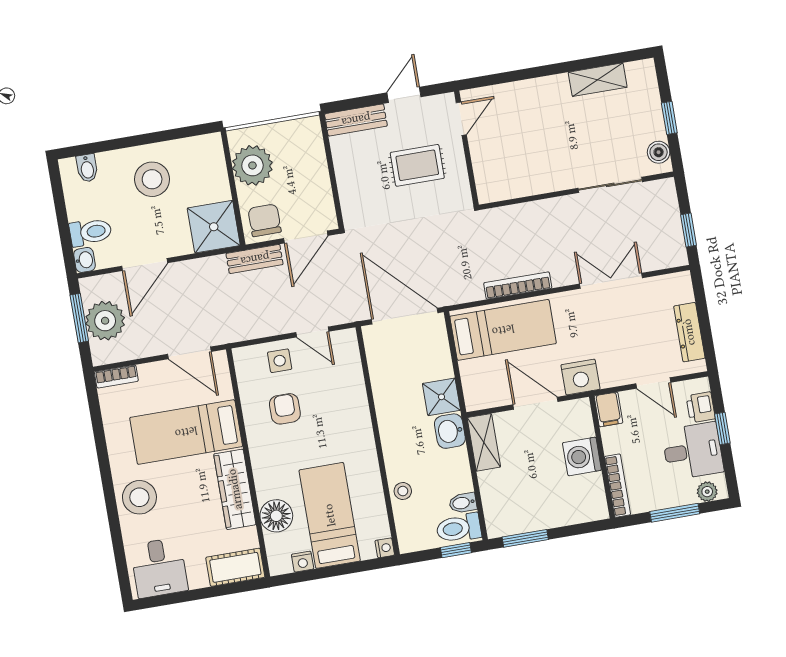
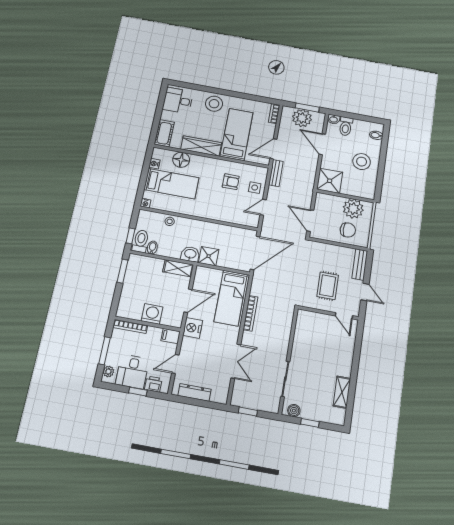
chair: (265, 220) -> (348, 230), moved
bench: (255, 259) -> (276, 173), moved

